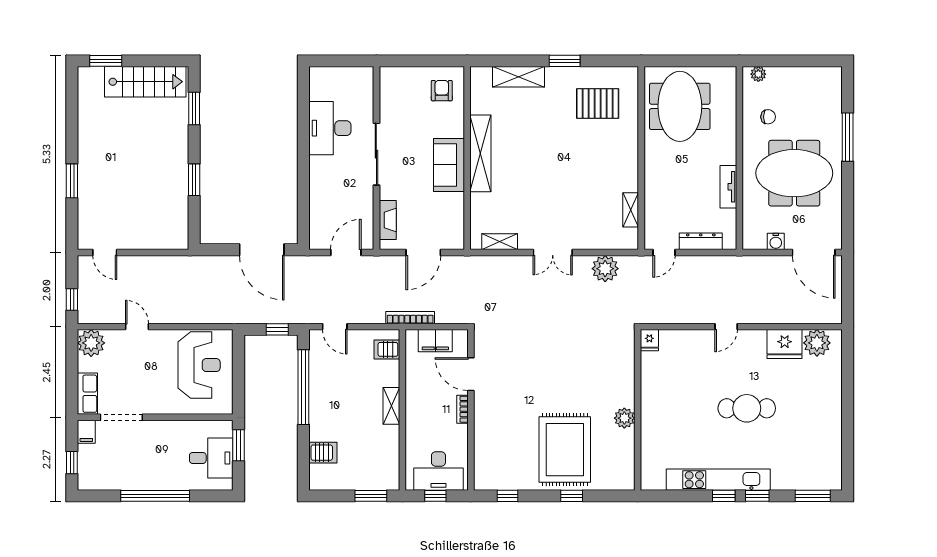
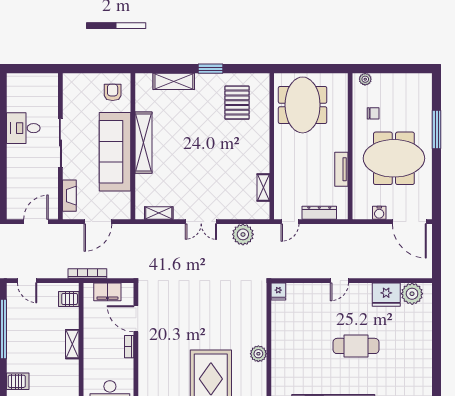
pallet: (598, 103) -> (237, 103), turned 90
desk: (330, 128) -> (23, 128), width x0.73
sofa: (449, 165) -> (115, 152), width x1.85, depth x1.27

